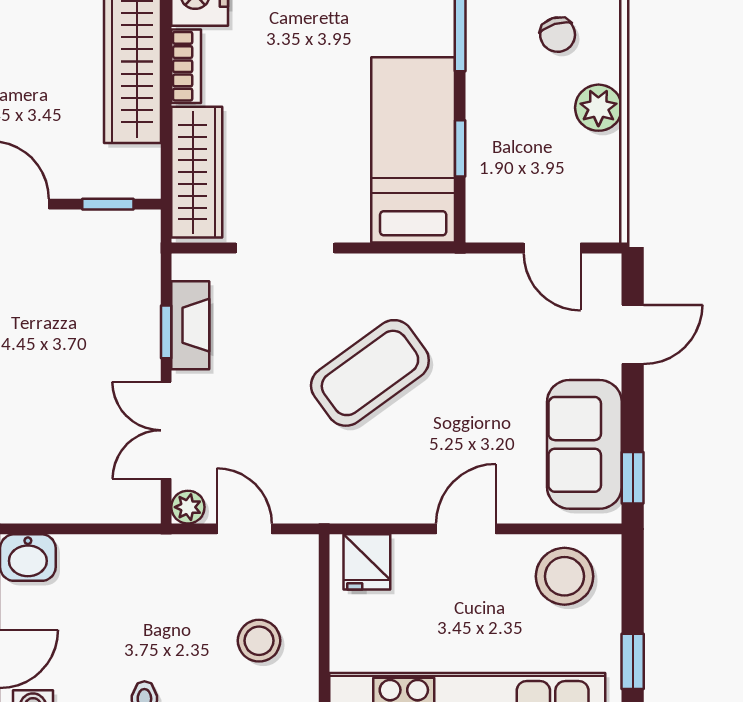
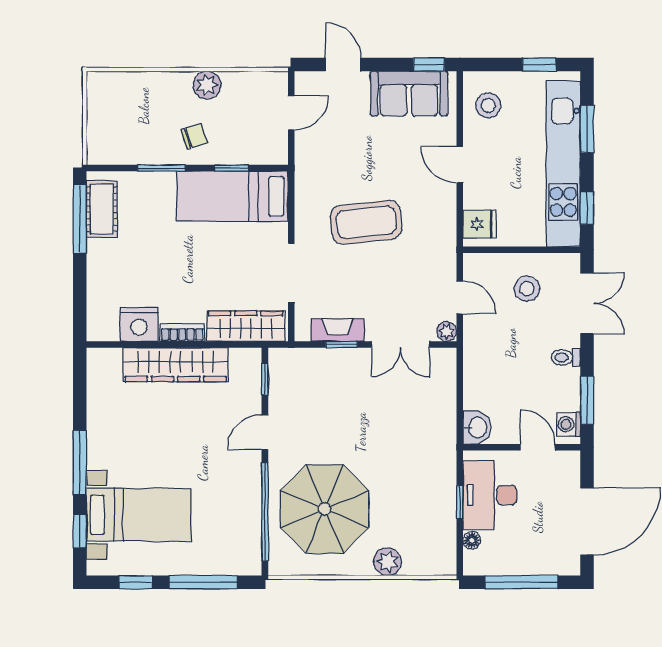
chair: (558, 35) -> (194, 136), moved
coffee table: (370, 373) -> (366, 222), turned -60
door: (244, 529) -> (460, 298), swing flipped
stool: (564, 576) -> (488, 105), width x0.73, depth x0.73

